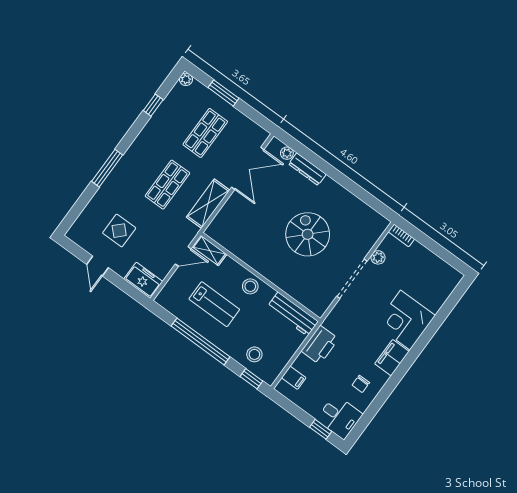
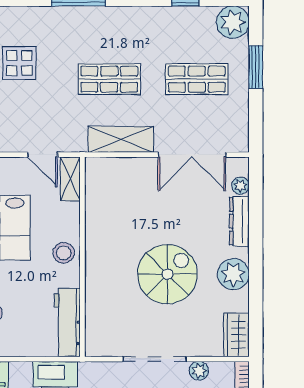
plant: (186, 79) -> (233, 22), width x1.88, depth x1.88
plant: (336, 195) -> (233, 274), added
wardrobe: (373, 220) -> (236, 335), added

